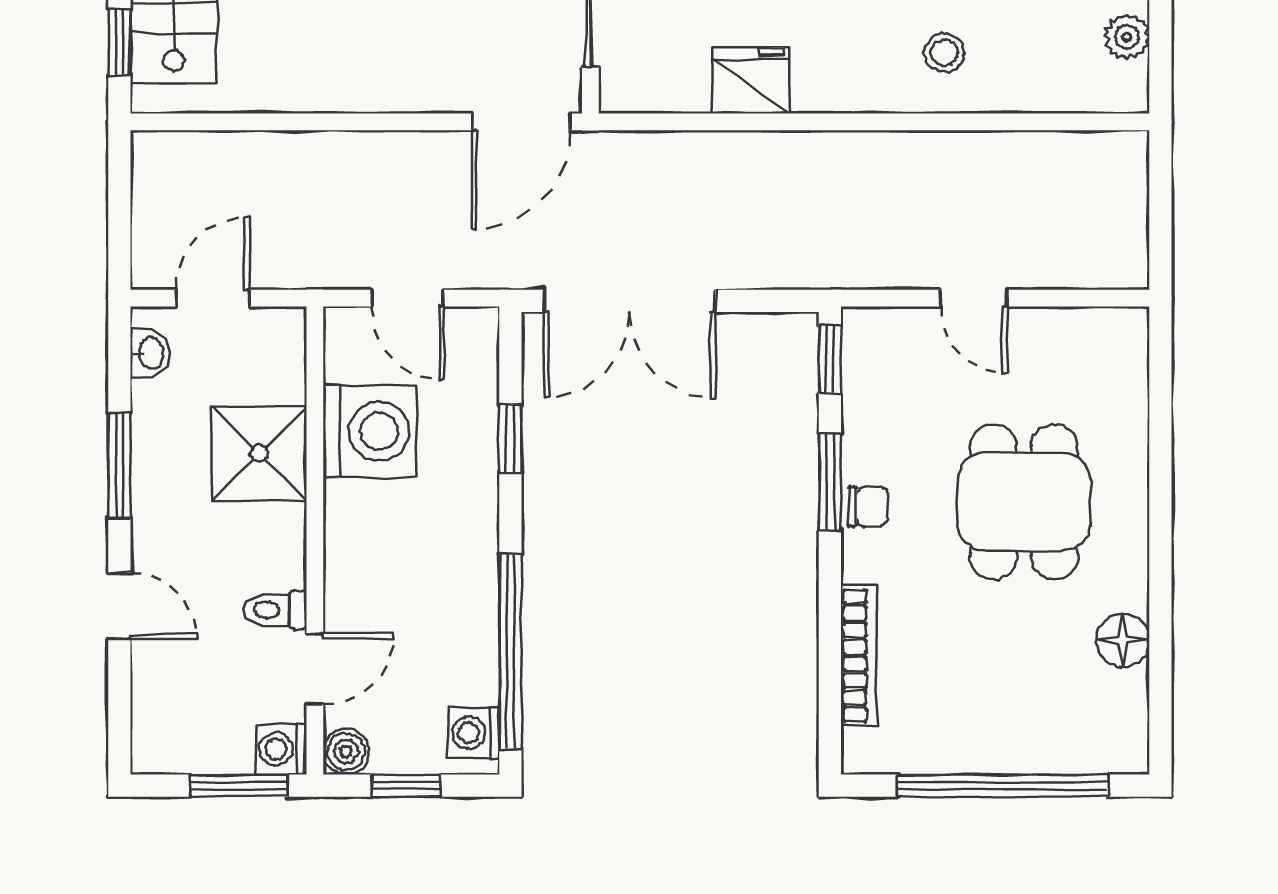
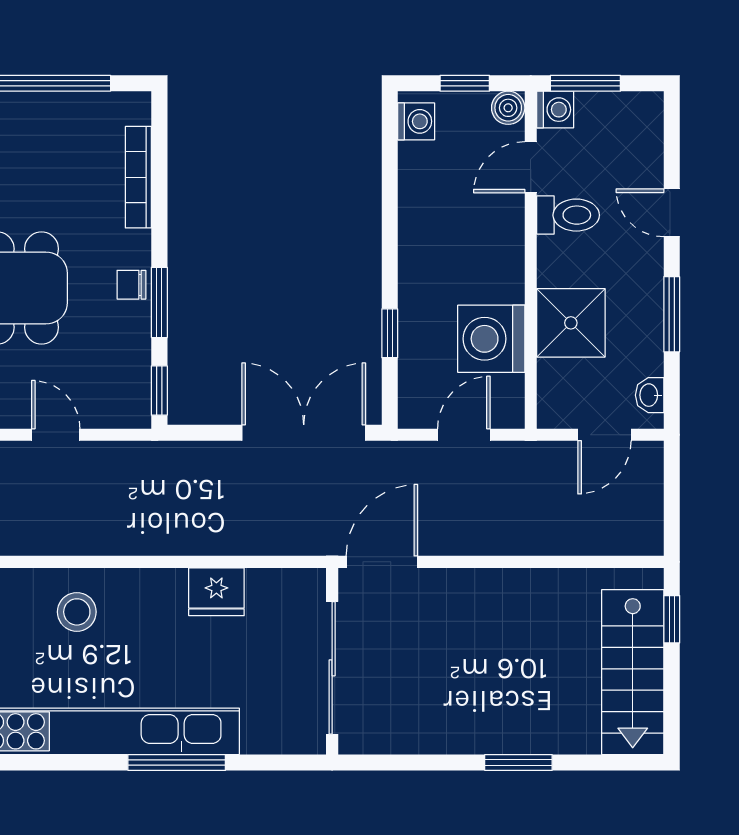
stool: (944, 53) -> (77, 612), width x1.37, depth x1.37
door: (408, 298) -> (464, 435), hinge flipped
toilet: (275, 610) -> (568, 215), width x1.37, depth x1.39
window: (510, 652) -> (390, 180), removed

